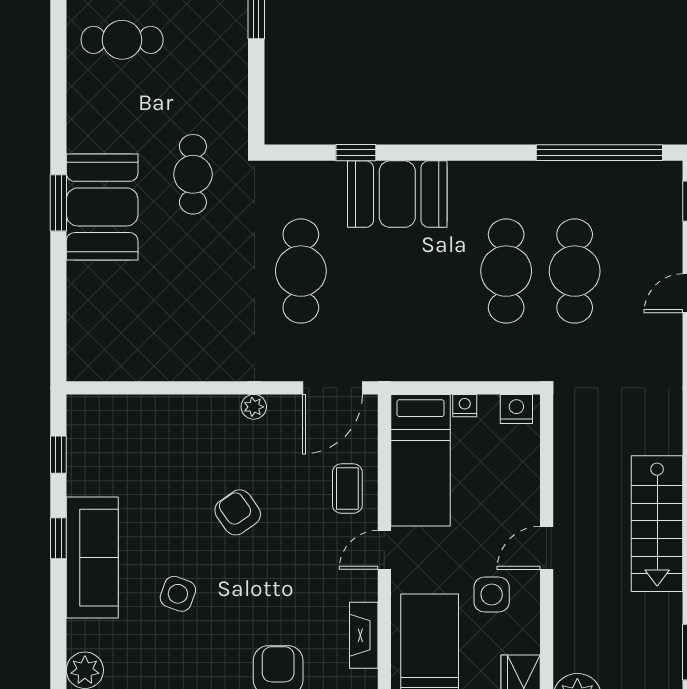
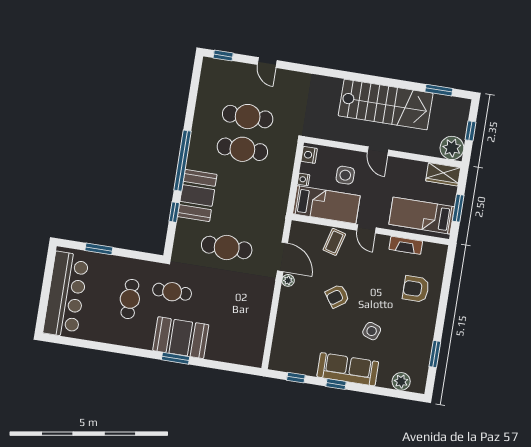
cafe table: (122, 40) -> (130, 299), moved
window: (599, 153) -> (182, 161), moved
door: (332, 388) -> (282, 257), moved
coffee table: (347, 489) -> (334, 242), turned -75
stairs: (657, 524) -> (386, 105), width x1.36, depth x1.51
side table: (492, 595) -> (345, 175), moved

